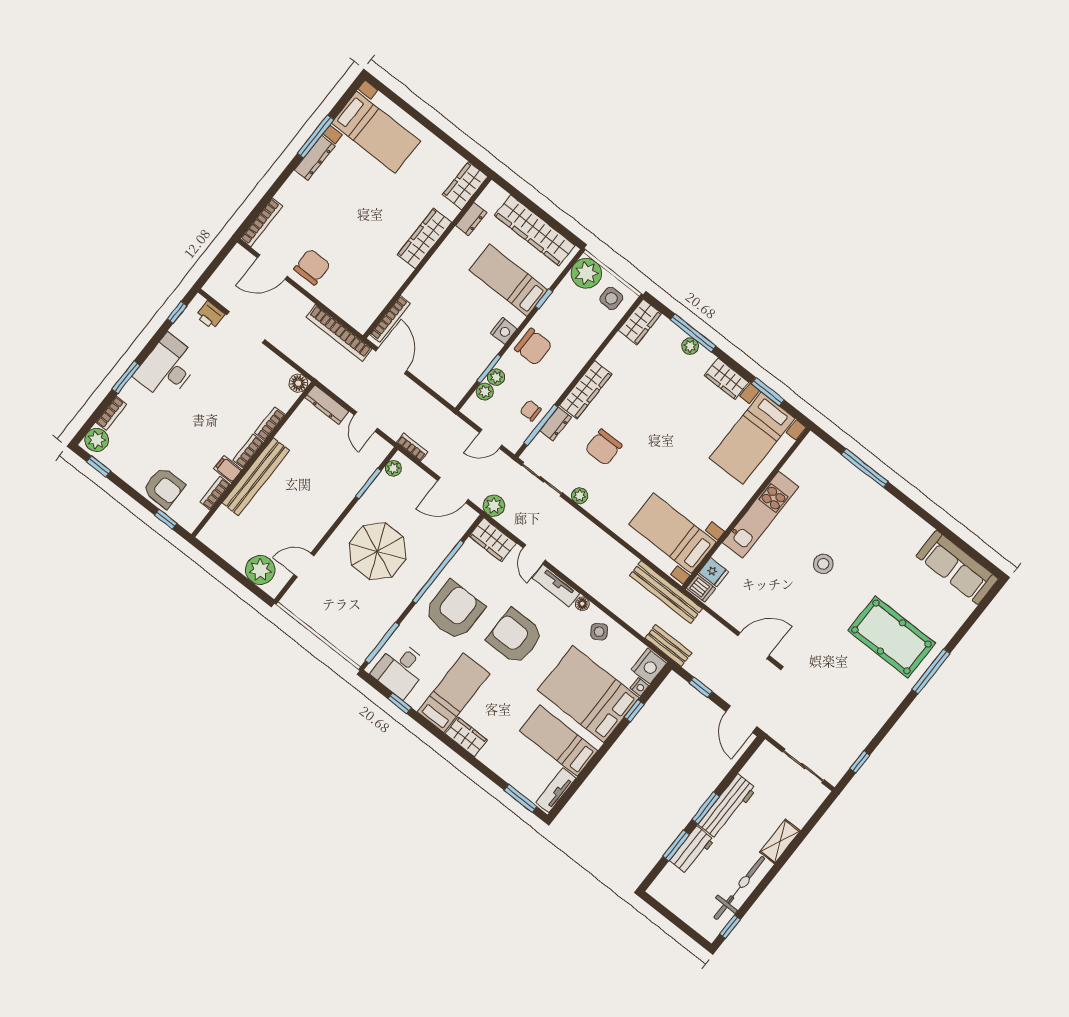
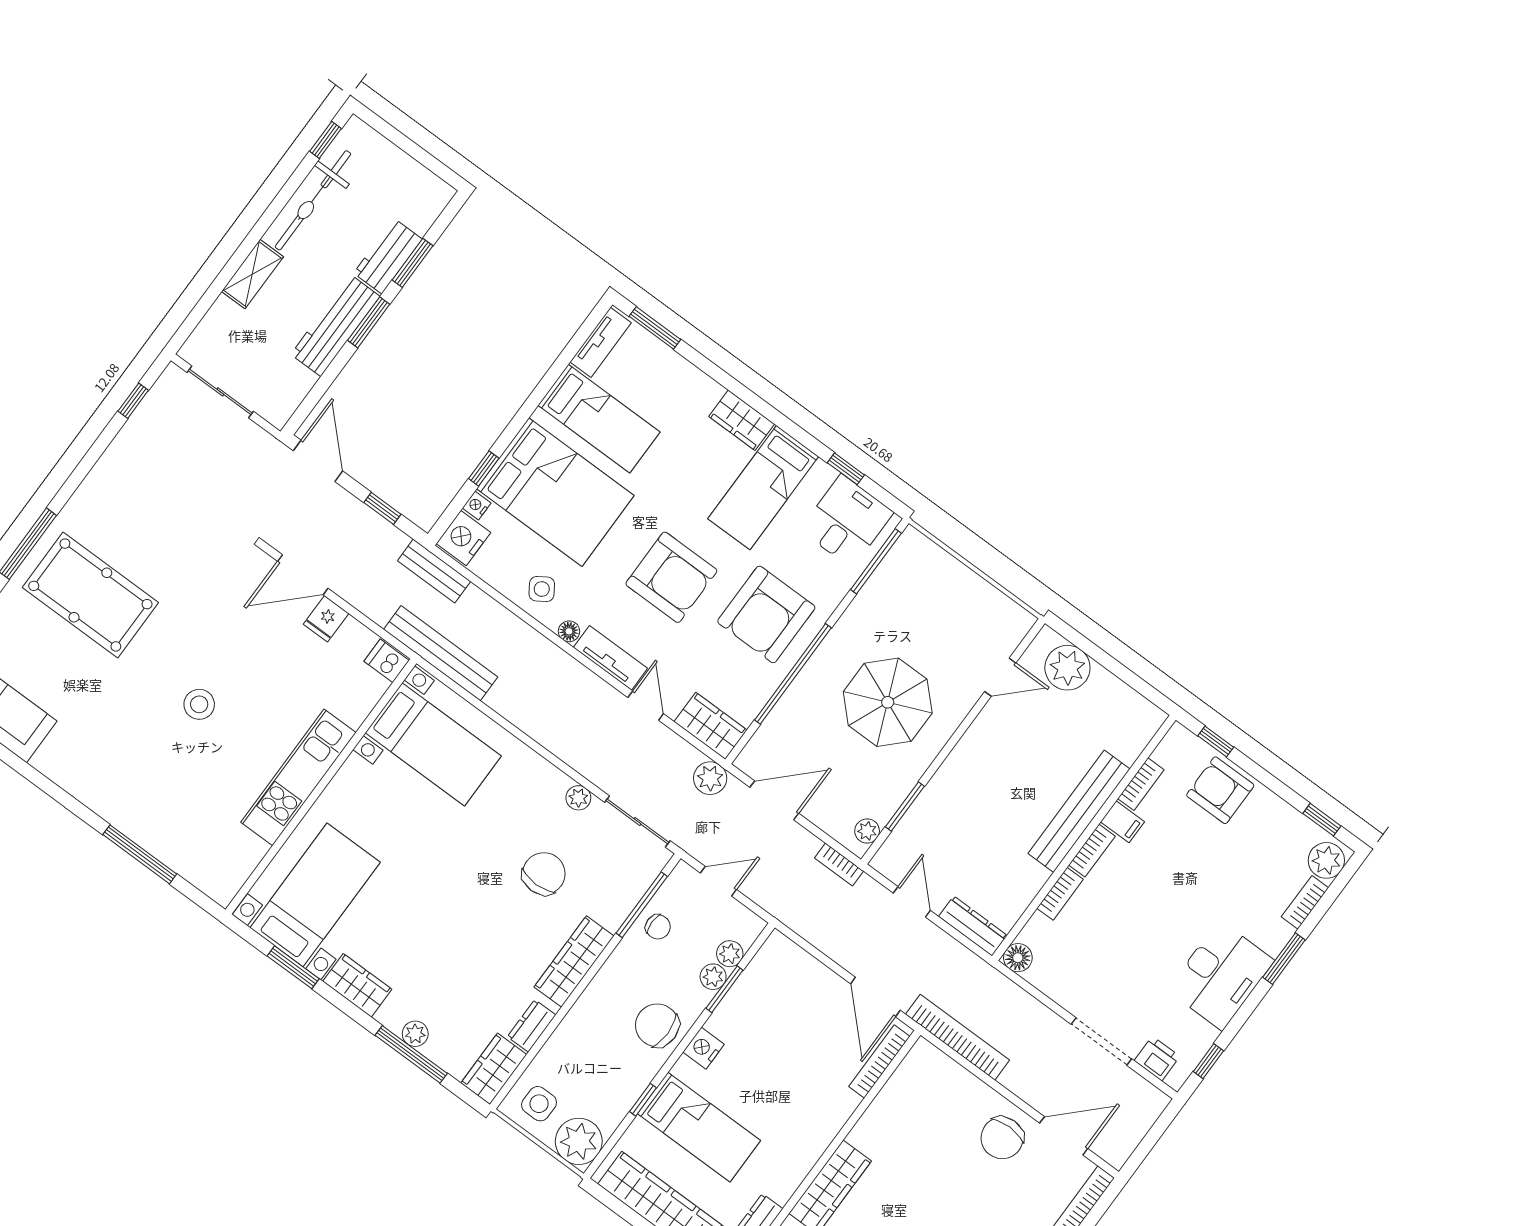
dresser: (556, 424) -> (532, 1026), moved
fridge: (714, 572) -> (326, 619), moved, turned -90

